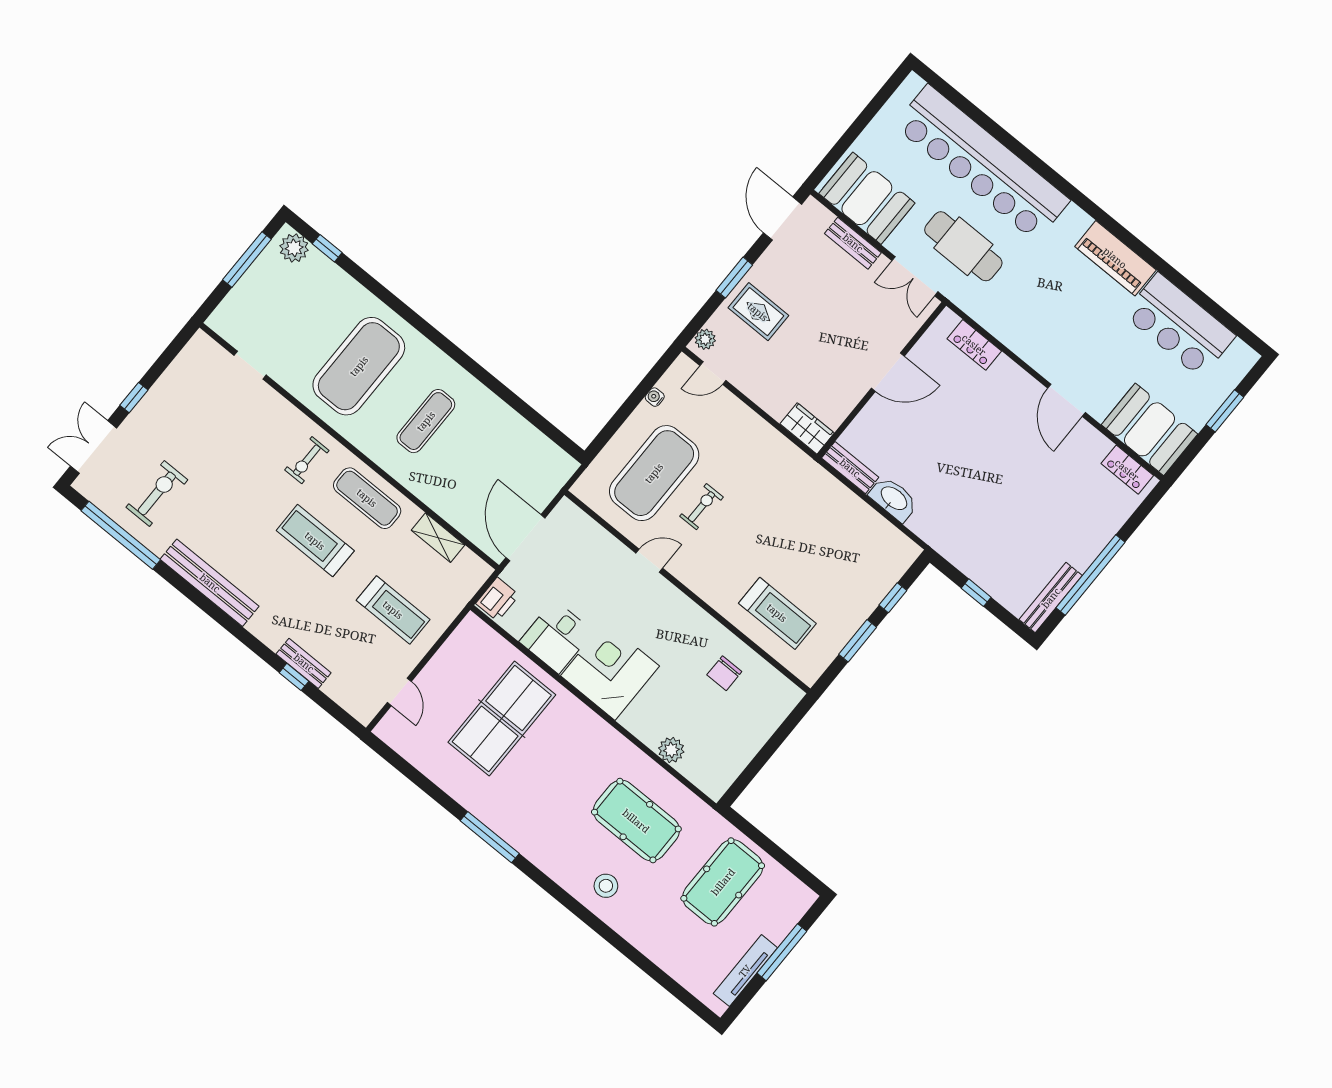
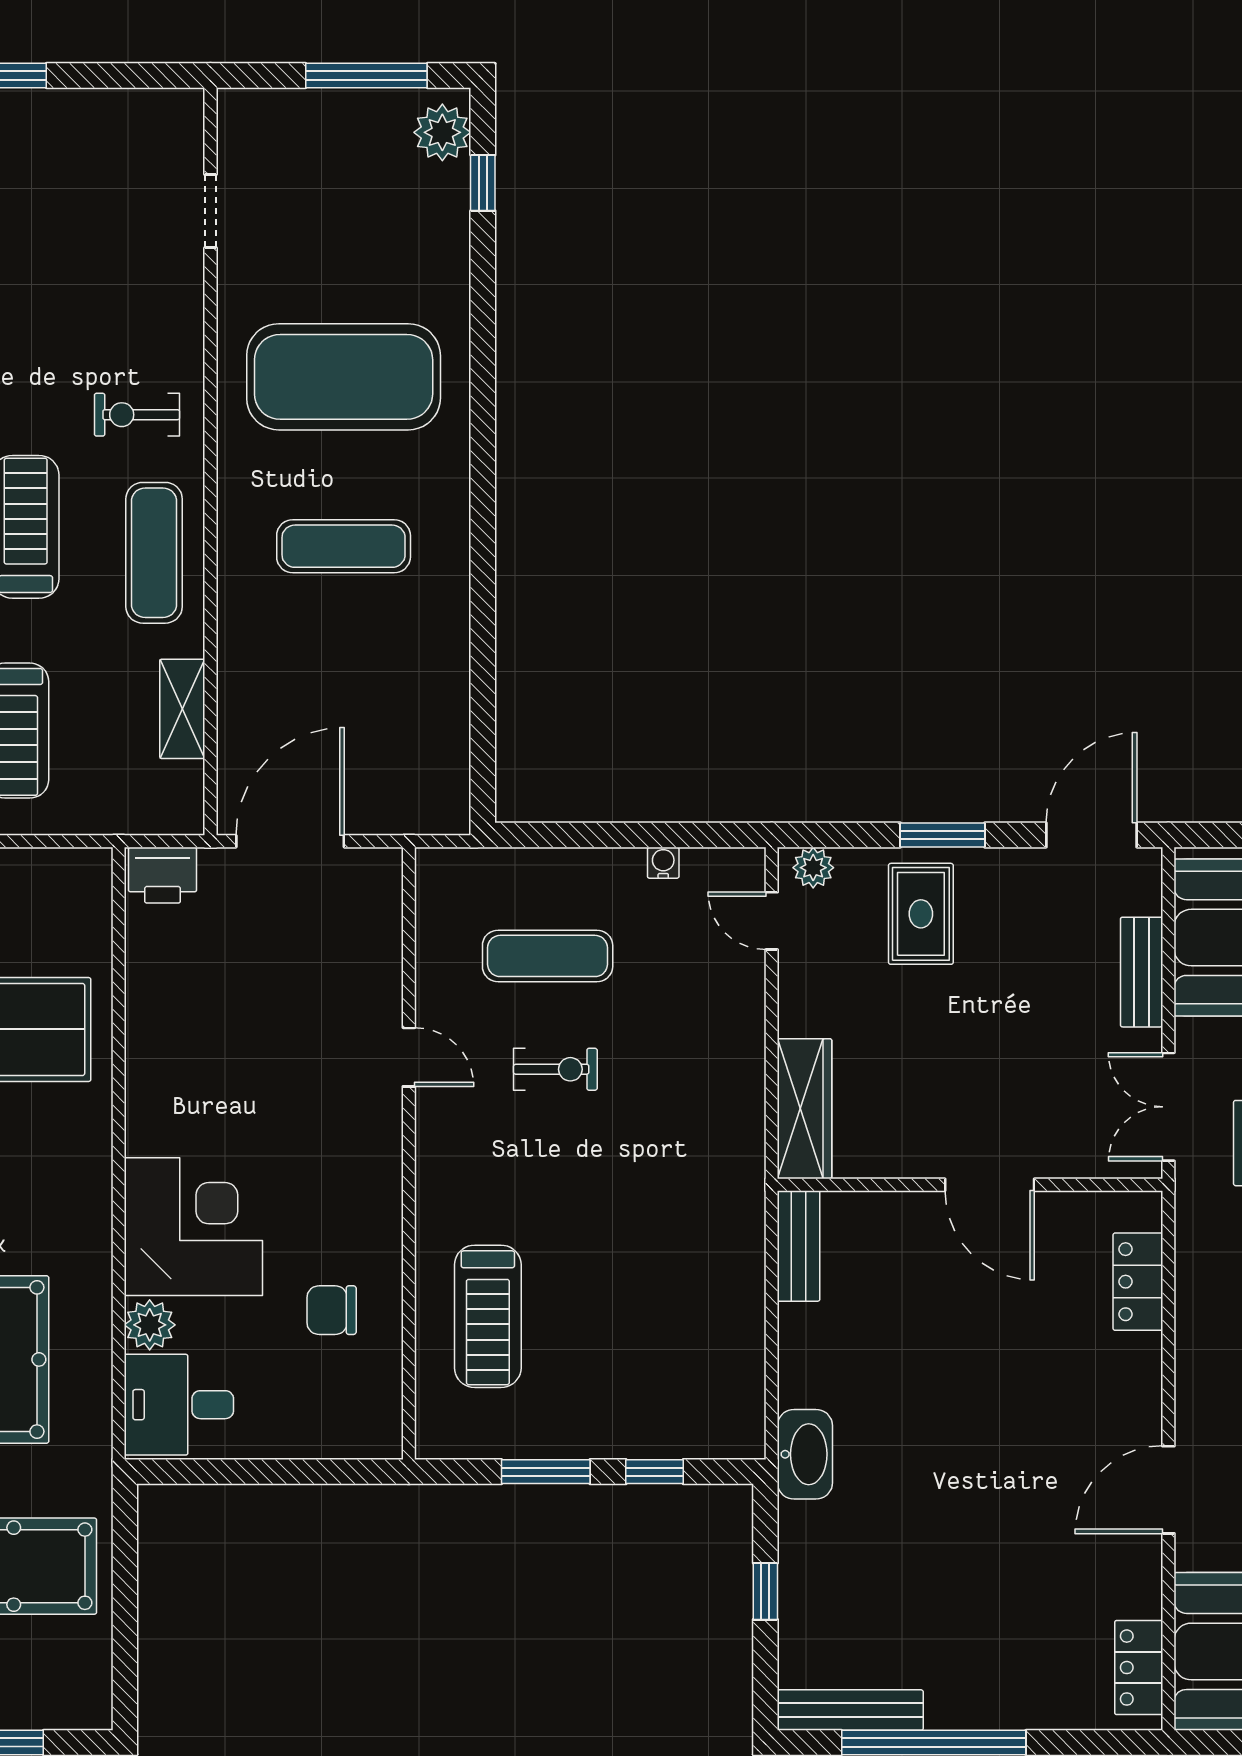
wardrobe: (807, 428) -> (805, 1109), width x1.50
exercise mat: (654, 473) -> (548, 956), width x0.50, depth x0.69
washbasin: (893, 499) -> (805, 1454), moved
desk: (556, 637) -> (179, 1405), moved
corner desk: (610, 671) -> (193, 1227), moved

